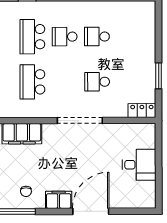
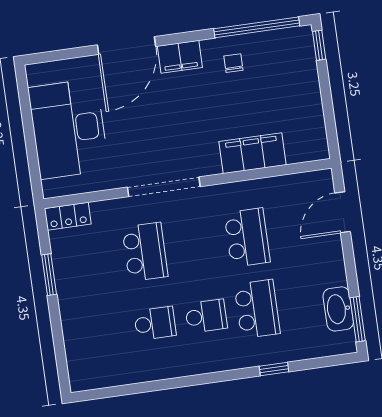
school desk: (97, 82) -> (145, 252), width x1.85
desk: (139, 165) -> (68, 129), width x1.87, depth x1.30

